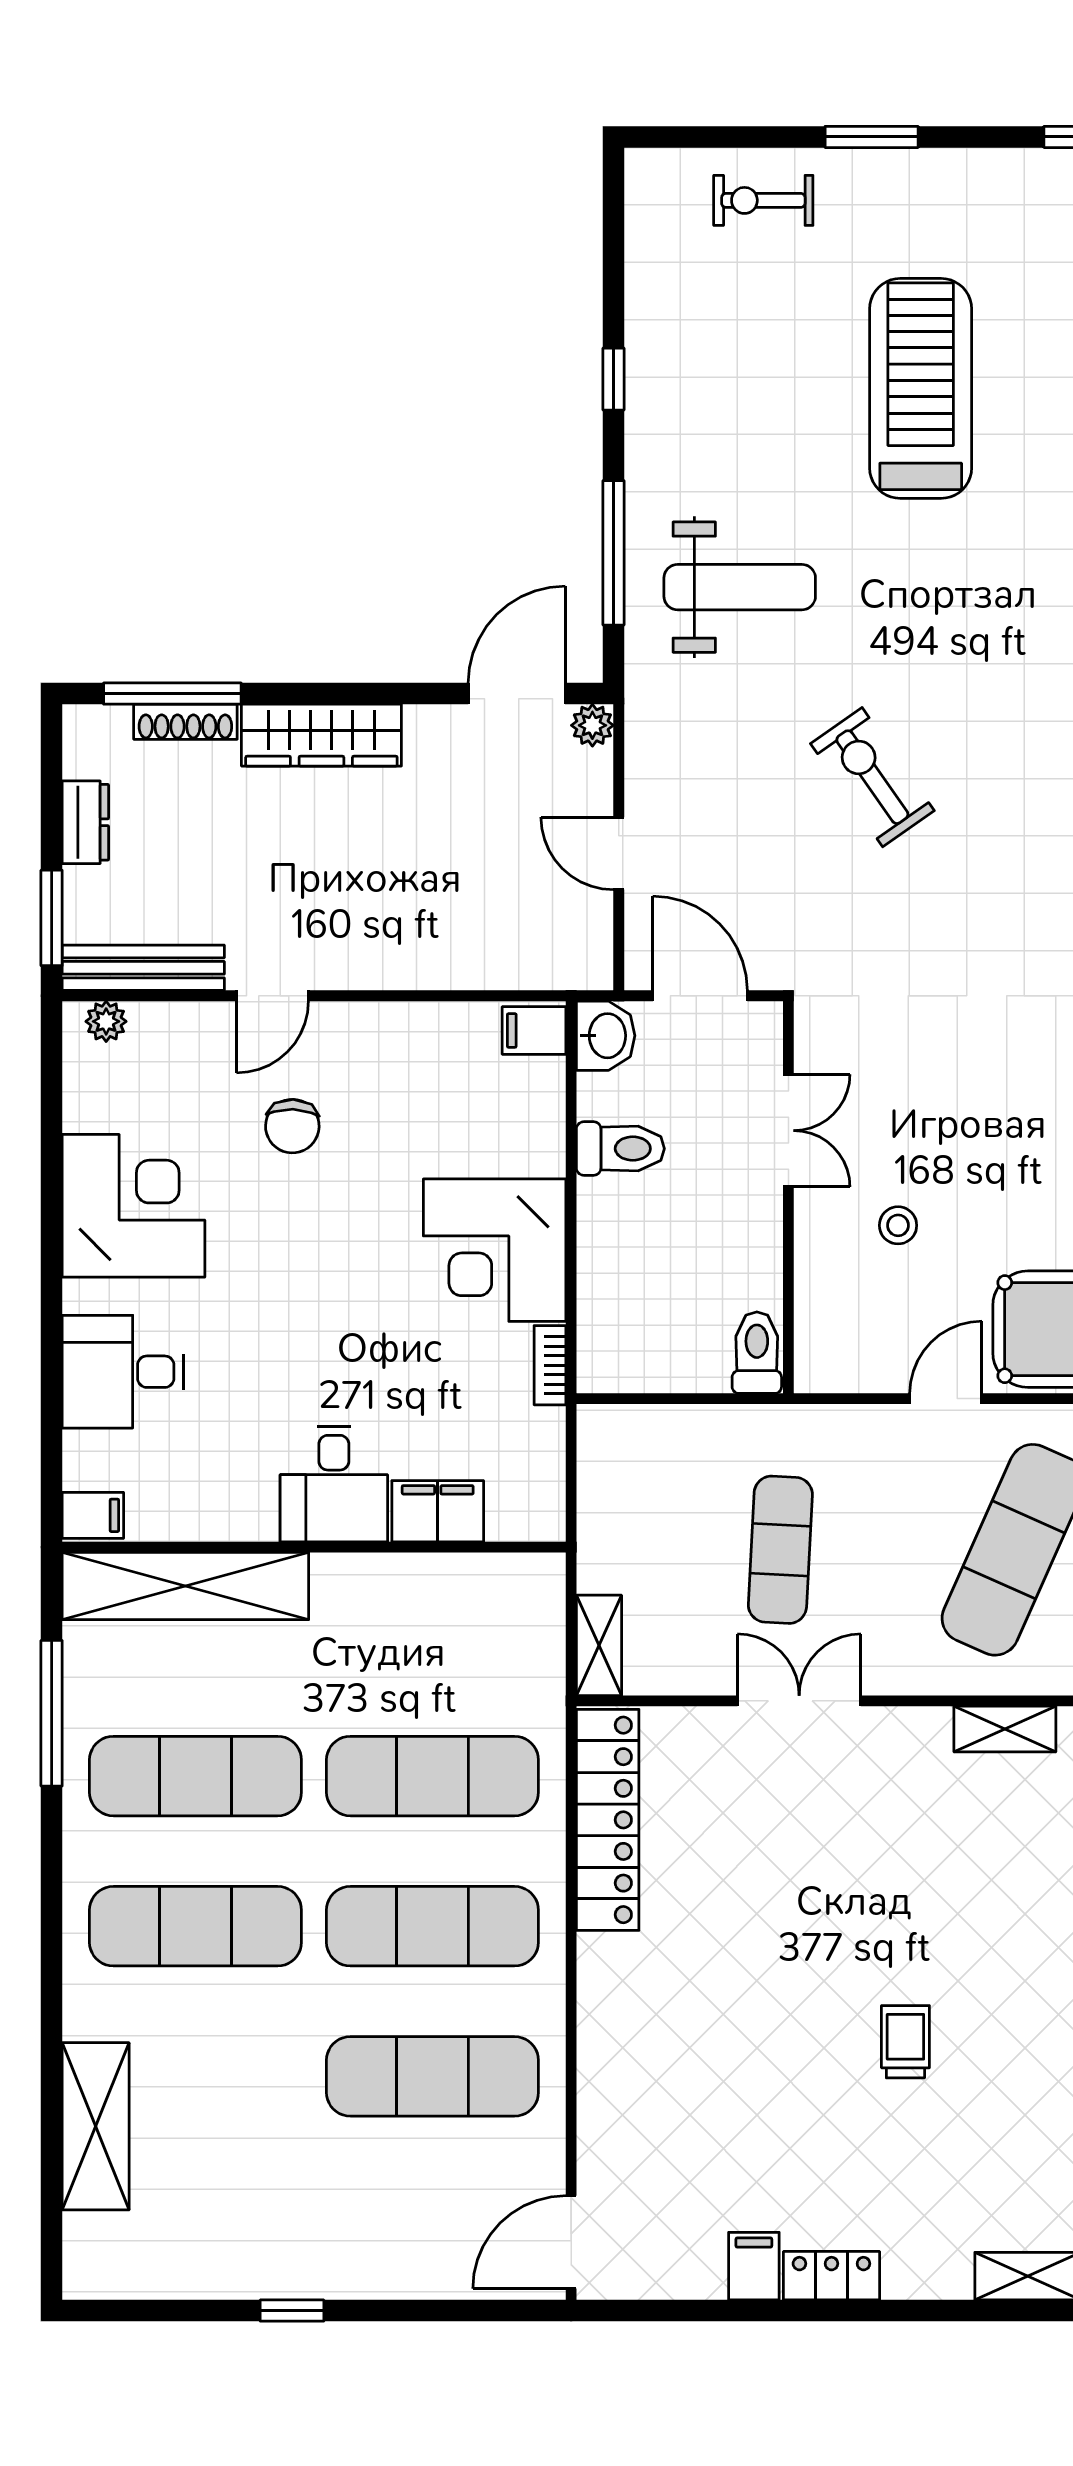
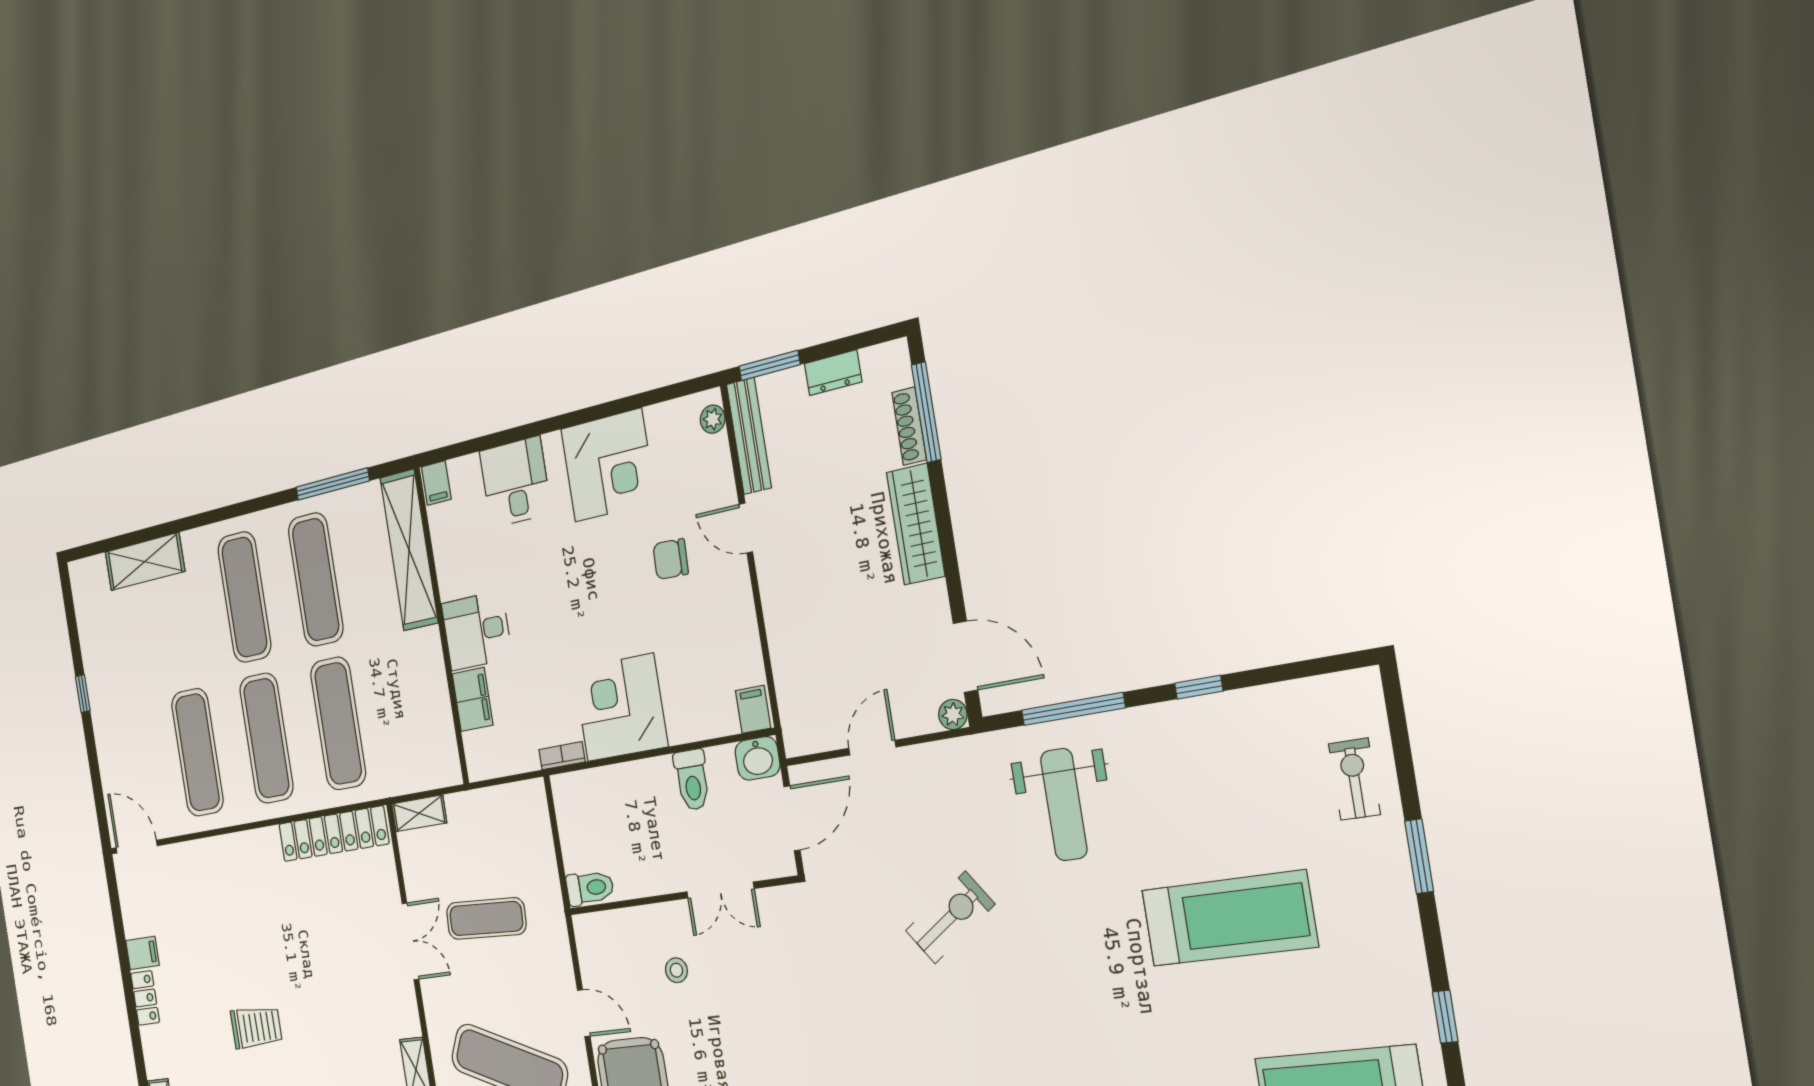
trolley: (905, 2042) -> (256, 1027), width x1.36, depth x1.39

